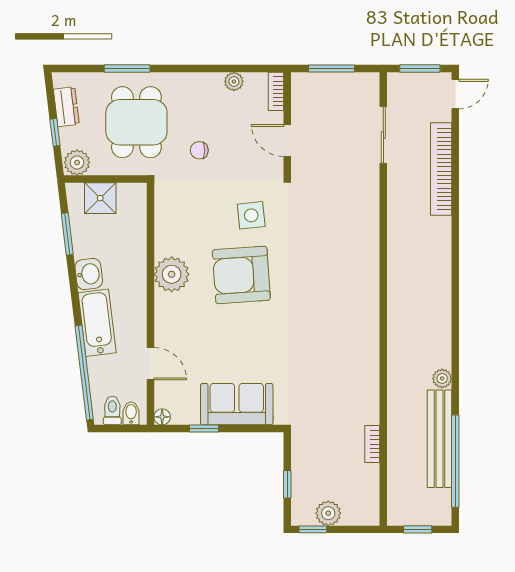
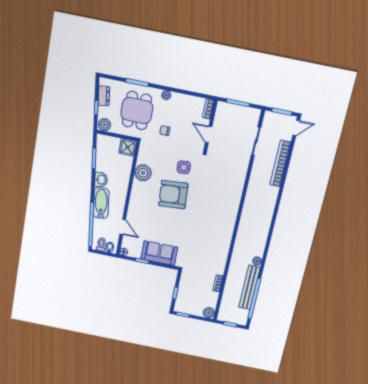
plant: (234, 81) -> (166, 95), moved
shower: (100, 198) -> (128, 147), moved
plant: (172, 274) -> (143, 173), moved
plant: (328, 513) -> (209, 313), moved

